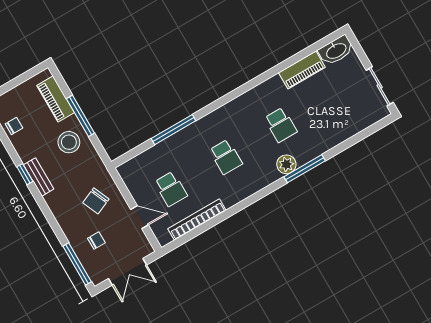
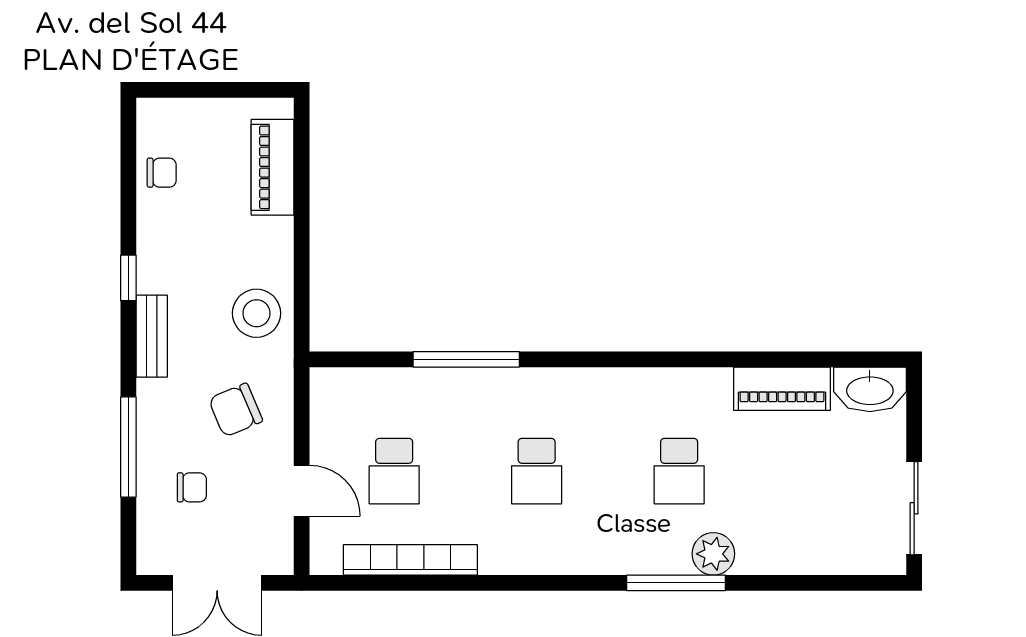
window: (80, 116) -> (302, 228), removed
stool: (69, 142) -> (256, 313), moved
plant: (286, 164) -> (713, 554), moved
bench: (39, 177) -> (152, 336), moved
window: (77, 264) -> (128, 447), moved

